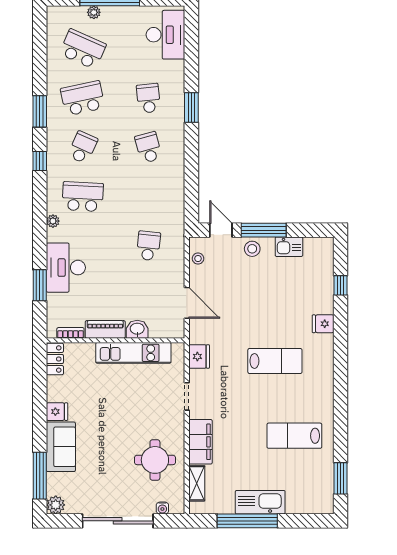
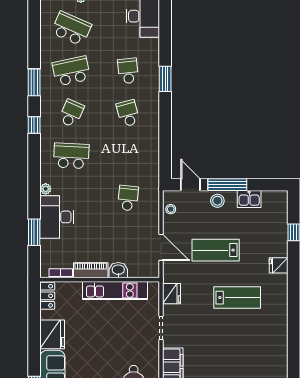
plant: (53, 221) -> (46, 189), moved
fridge: (57, 412) -> (52, 334), width x1.88, depth x1.34
lab bench: (294, 436) -> (216, 250), moved

